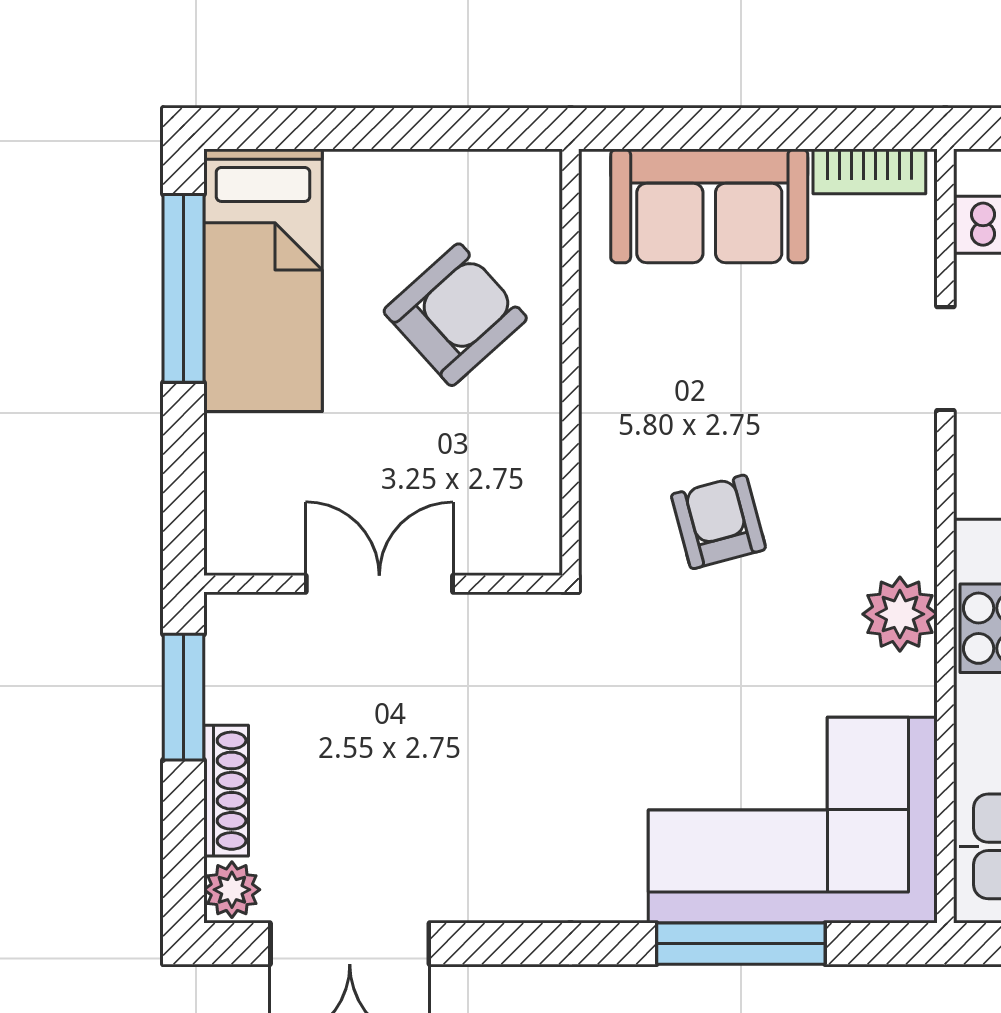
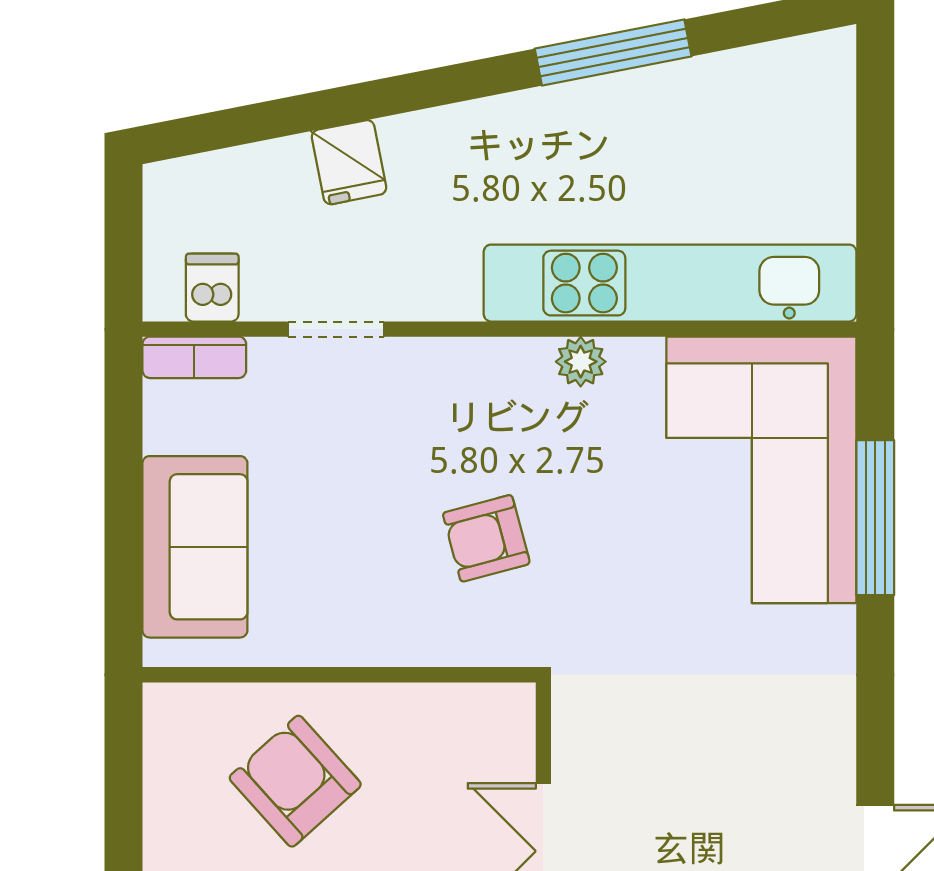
bookcase: (869, 171) -> (194, 357), moved, turned 90
plant: (900, 614) -> (581, 362), width x0.73, depth x0.73

